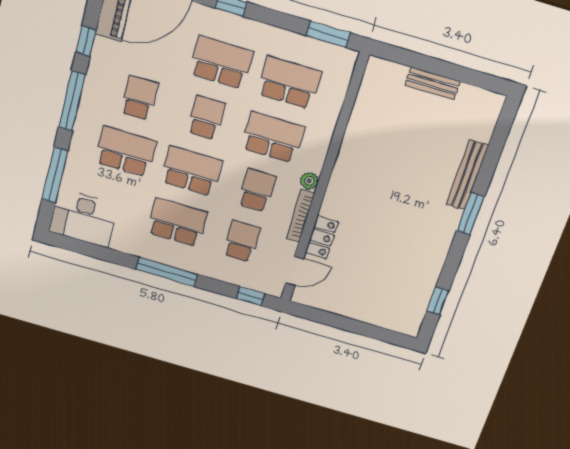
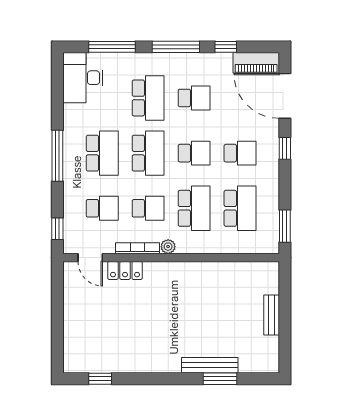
school desk: (221, 62) -> (240, 153), width x0.54
window: (471, 214) -> (220, 379), moved

